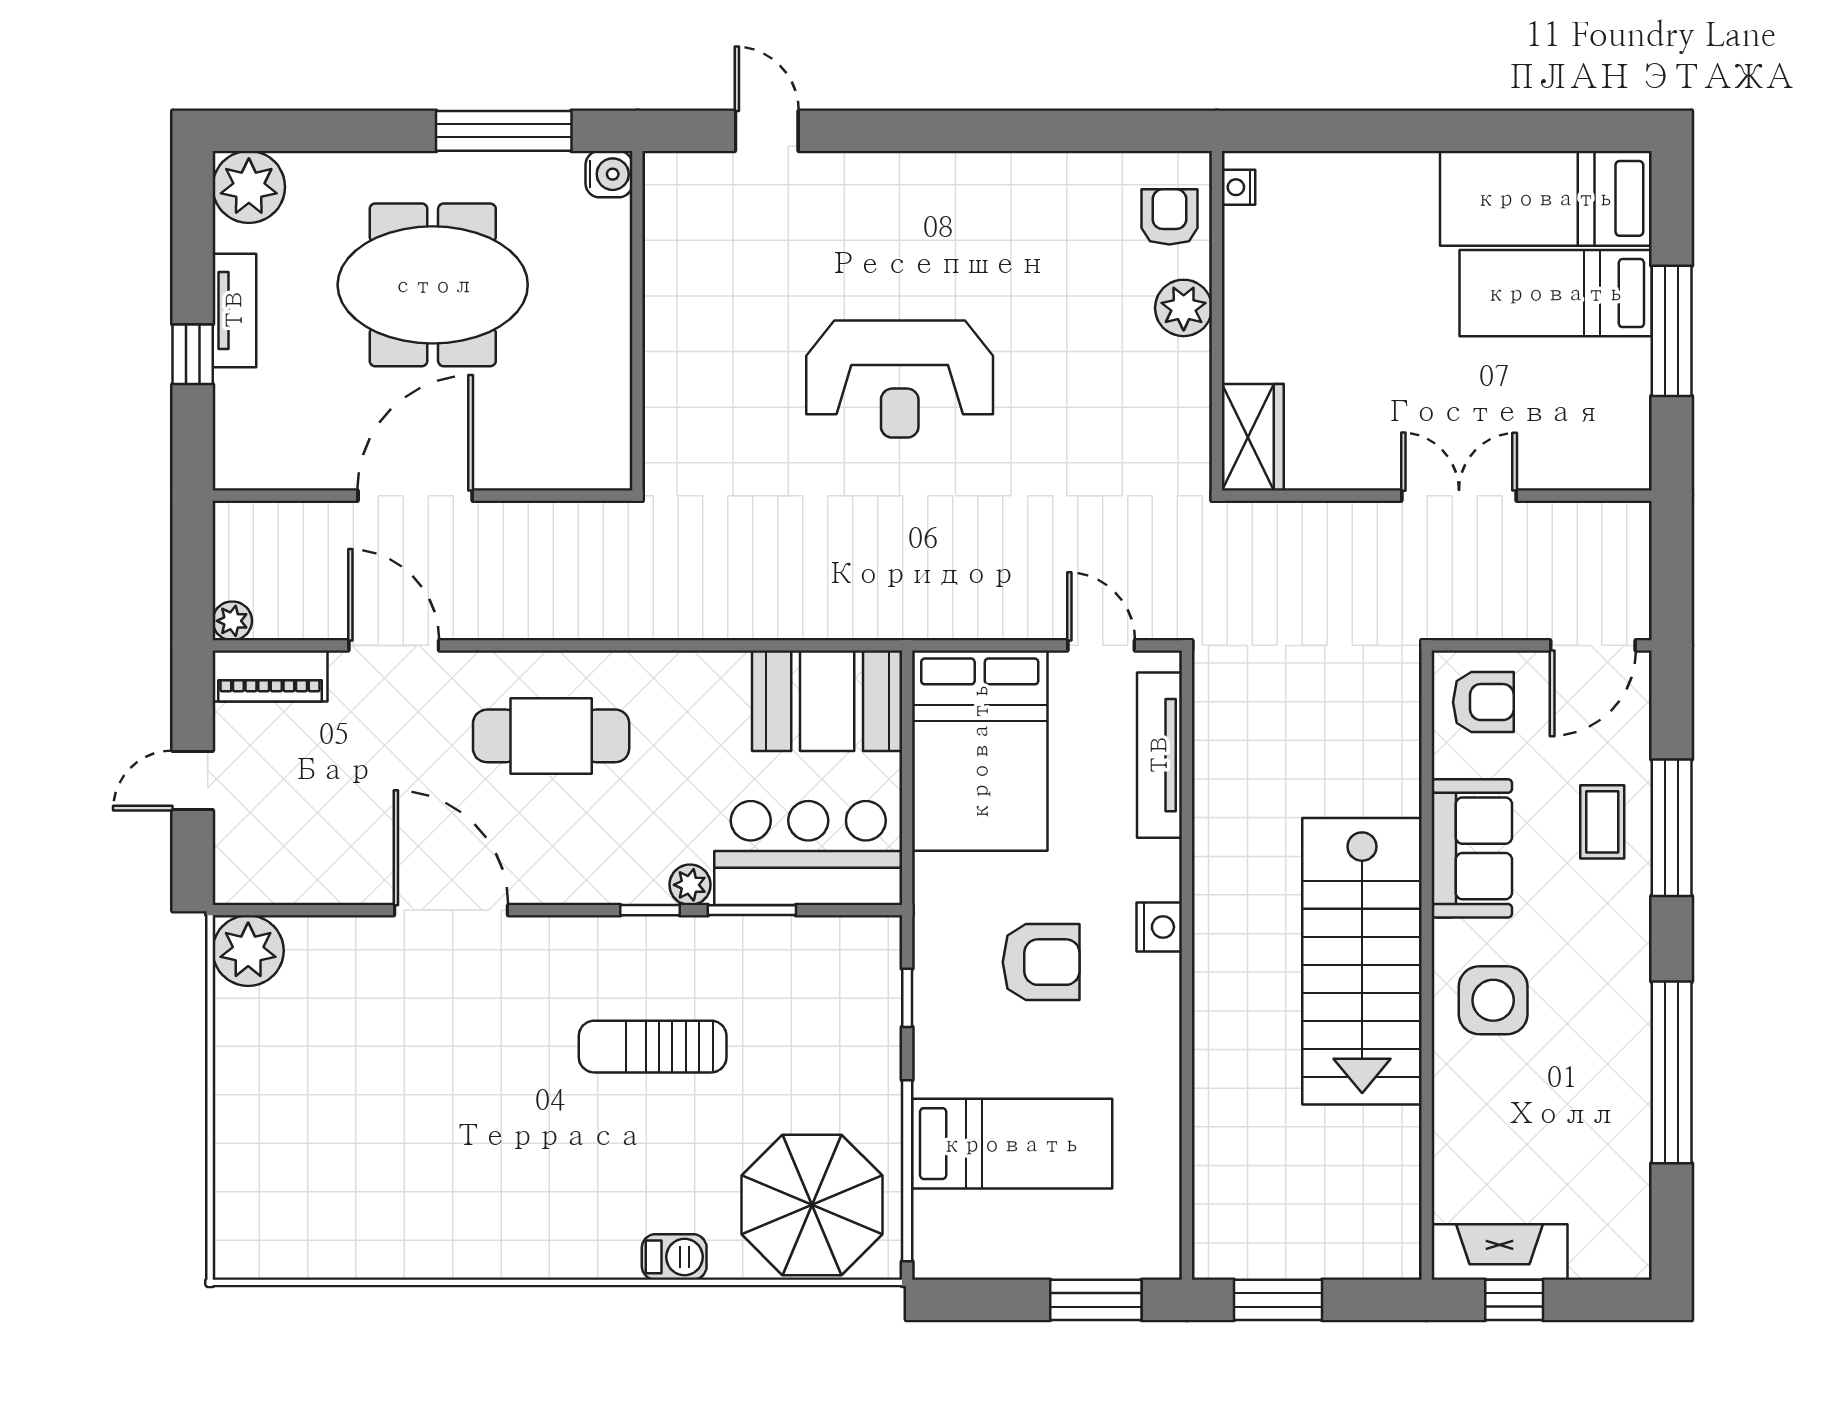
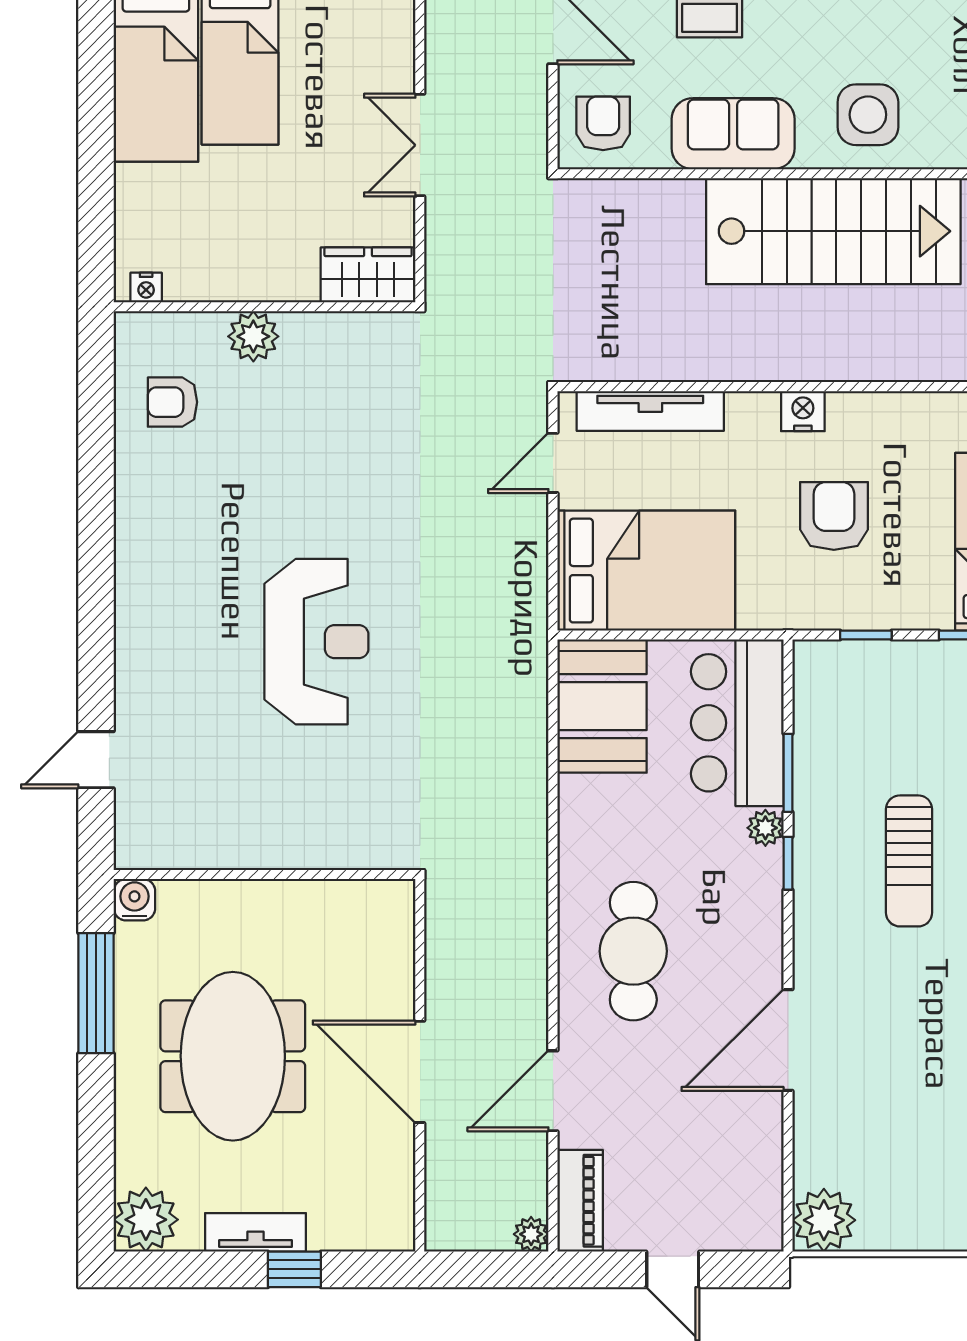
nightstand: (1239, 187) -> (146, 288), moved
plant: (1184, 308) -> (253, 336), moved
wall: (1217, 321) -> (265, 307), moved
wardrobe: (1253, 437) -> (368, 275), moved

